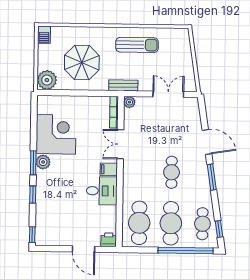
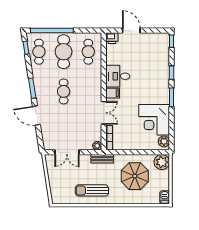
plant: (43, 162) -> (164, 141), moved
cafe table: (139, 223) -> (88, 52), width x0.73, depth x0.74

